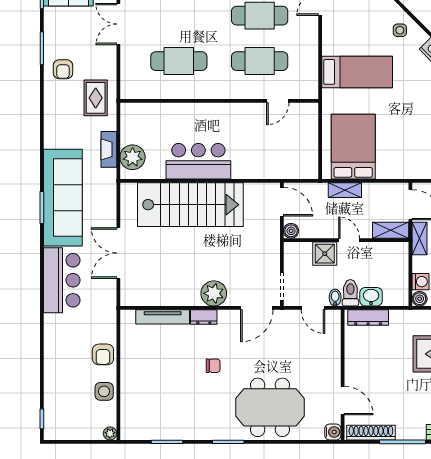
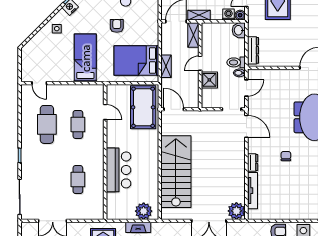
cafe table: (179, 61) -> (78, 180), width x0.73, depth x0.74
cafe table: (260, 61) -> (78, 124), width x0.73, depth x0.74
armchair: (404, 118) -> (117, 26), added
pool table: (285, 157) -> (143, 107), added
bar counter: (198, 161) -> (119, 170), moved, turned 180
door: (282, 202) -> (174, 109), hinge flipped
boiler: (291, 231) -> (194, 103), removed
plant: (214, 293) -> (236, 211), moved
washbasin: (371, 297) -> (239, 30), moved

